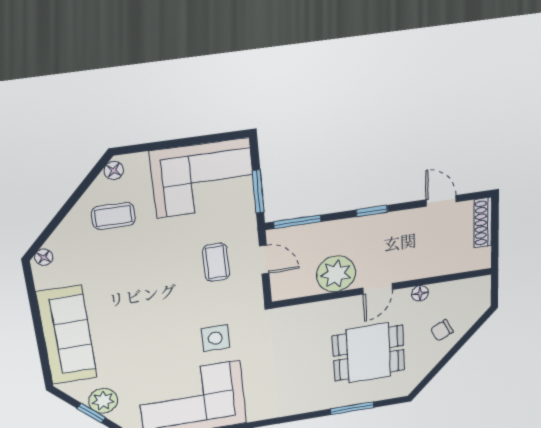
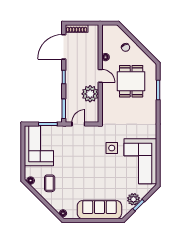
door: (441, 201) -> (64, 47), width x1.87
coffee table: (216, 262) -> (76, 144), removed

